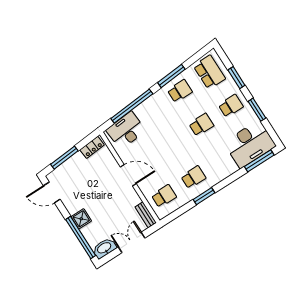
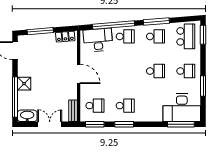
window: (236, 78) -> (203, 35), moved
school desk: (150, 110) -> (125, 36), added
window: (175, 214) -> (95, 124), added

